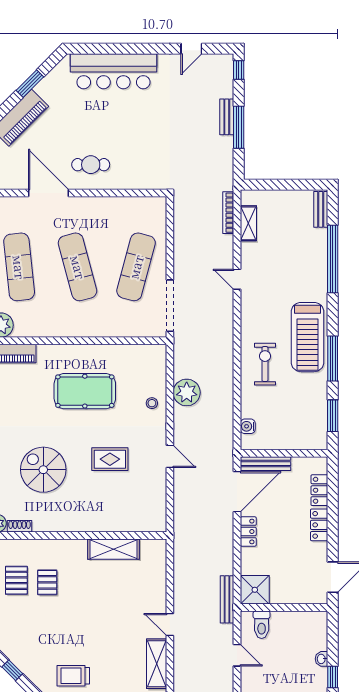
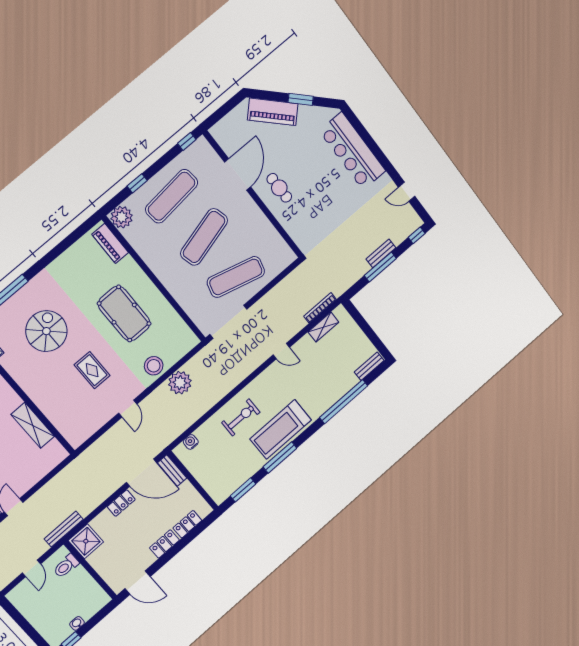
door: (237, 279) -> (281, 351), swing flipped
stool: (152, 403) -> (154, 366), width x1.89, depth x1.89
bench: (265, 464) -> (172, 470), width x0.73

